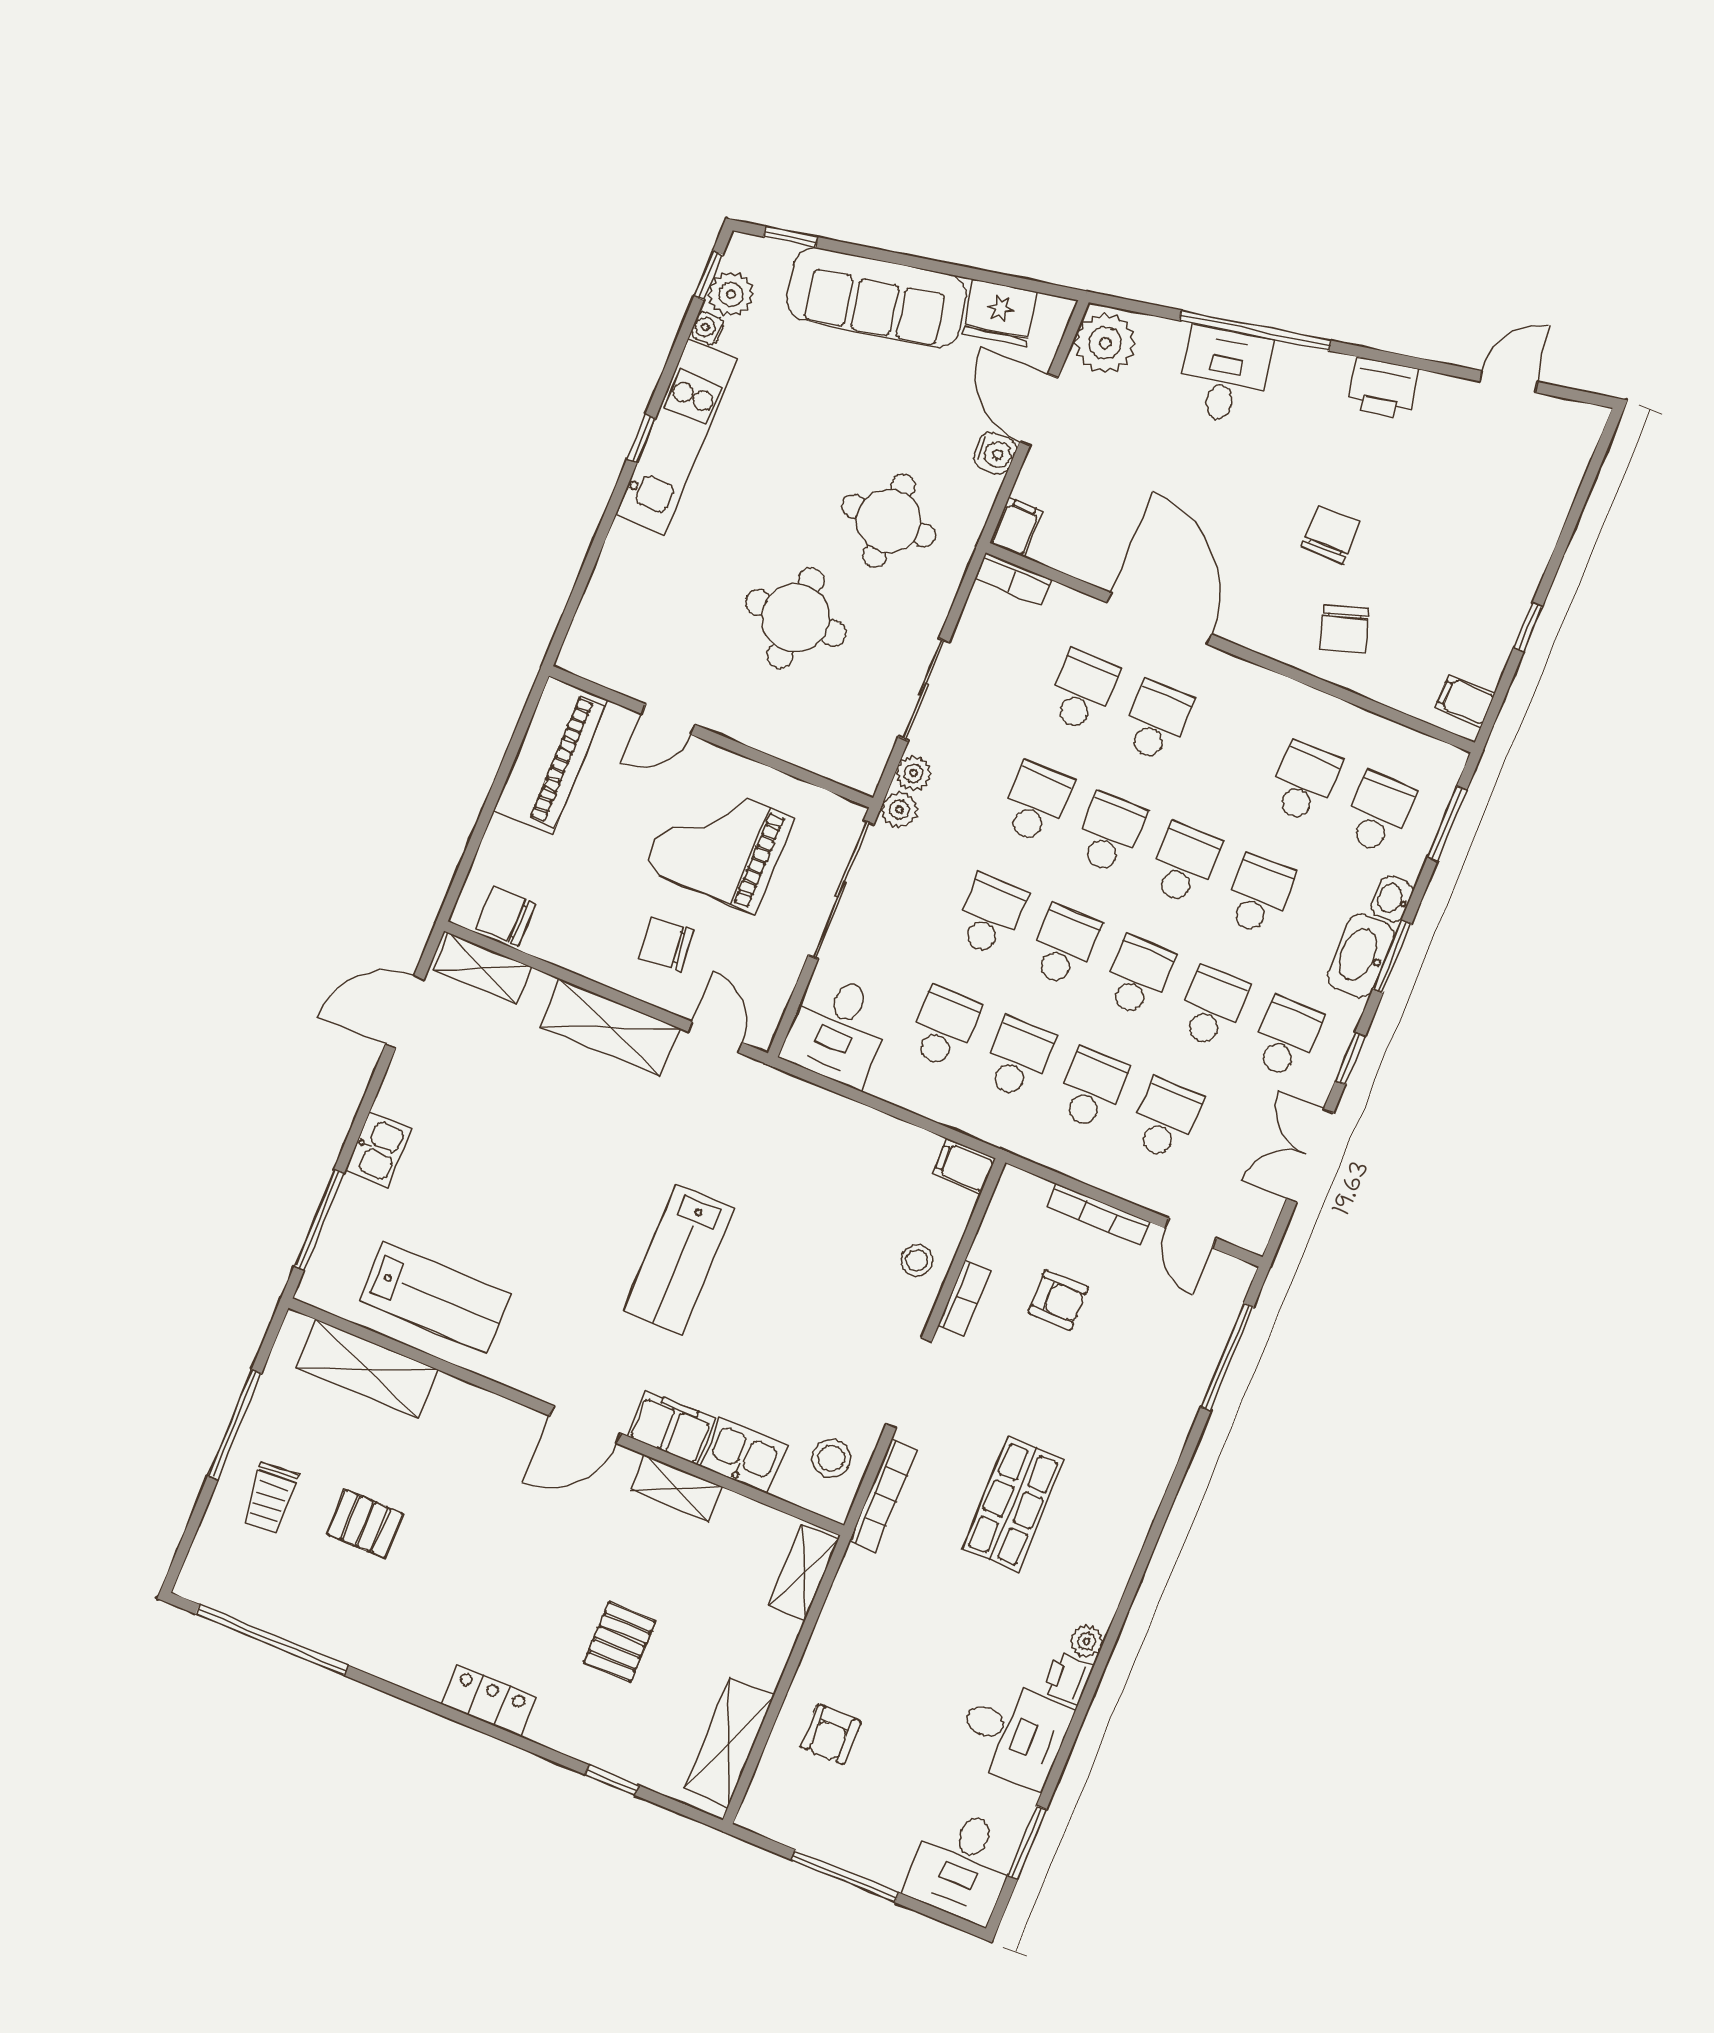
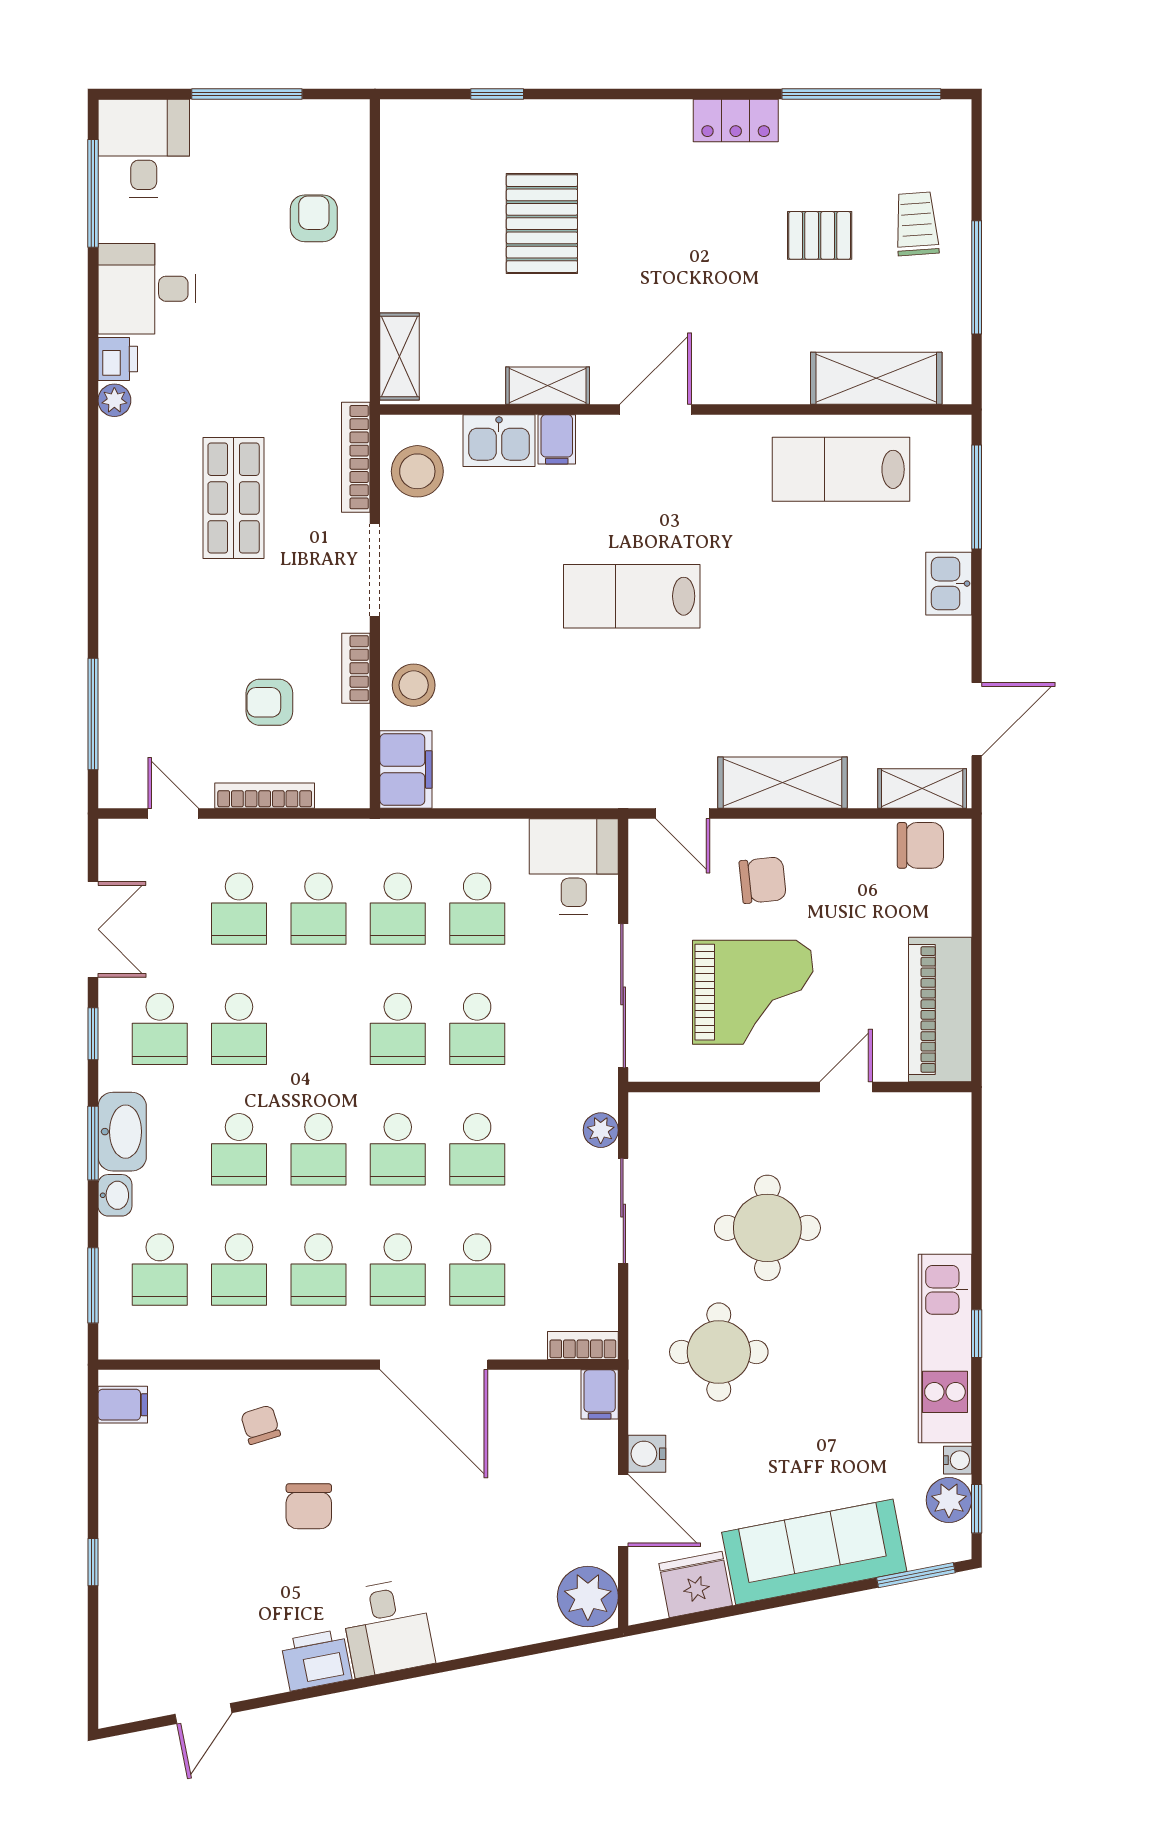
window: (791, 237) -> (916, 1575), width x1.50
window: (1255, 331) -> (455, 1665), removed
desk: (1224, 375) -> (387, 1628), moved
window: (1528, 627) -> (93, 1562), moved
chair: (1344, 629) -> (261, 1425), width x0.73, depth x0.73
plant: (899, 810) -> (600, 1091), removed
school desk: (1138, 976) -> (318, 1270), moved
filing cabinet: (964, 1166) -> (406, 769), width x2.00
lab bench: (679, 1260) -> (632, 596), turned -90
stool: (917, 1260) -> (414, 685), width x1.37, depth x1.37
filing cabinet: (672, 1428) -> (557, 439), width x0.50
stool: (831, 1458) -> (417, 471), width x1.38, depth x1.38
pallet: (620, 1642) -> (542, 224), width x1.50, depth x1.42
locker: (488, 1700) -> (736, 120), moved
shelving: (729, 1742) -> (404, 173), removed
window: (1027, 1843) -> (93, 193), width x1.44

